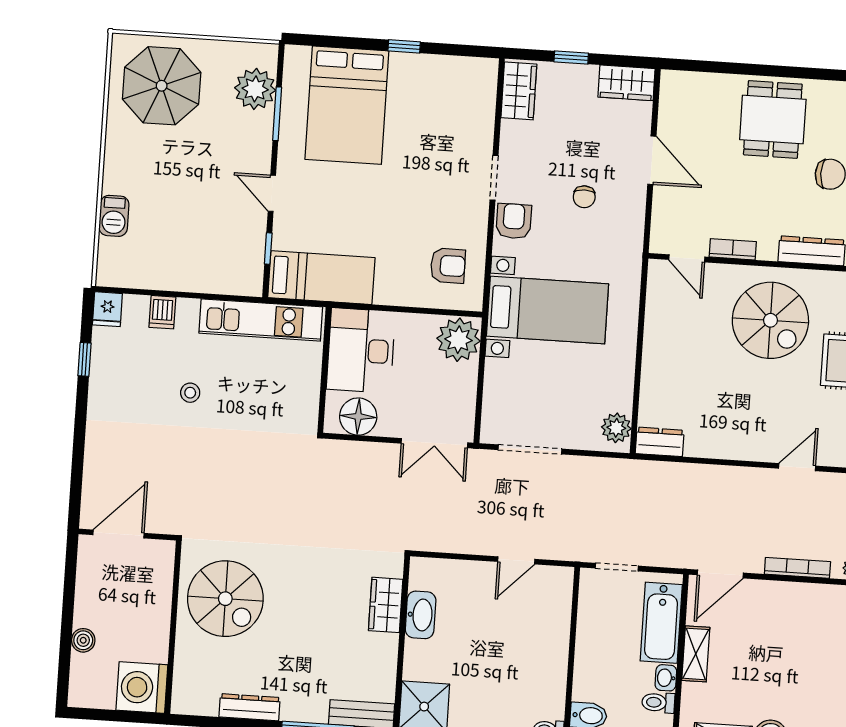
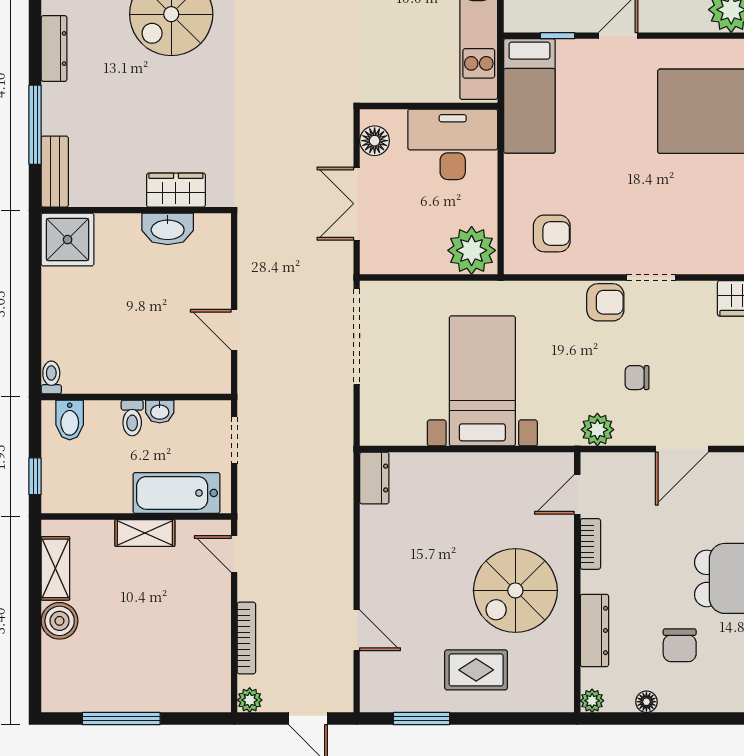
window: (277, 114) -> (706, 36), removed
armchair: (448, 266) -> (552, 233), turned -90
bed with nightstands: (547, 310) -> (482, 381), moved, turned 180
floor lamp: (358, 417) -> (375, 141), width x0.73, depth x0.73
plant: (616, 428) -> (597, 430), moved
double door: (434, 443) -> (357, 204), moved
doorway: (530, 449) -> (357, 337), width x1.36
door: (720, 574) -> (234, 554), width x0.73
washbasin: (666, 678) -> (160, 411), moved, turned 180
toilet: (658, 703) -> (132, 418), moved, turned 180

